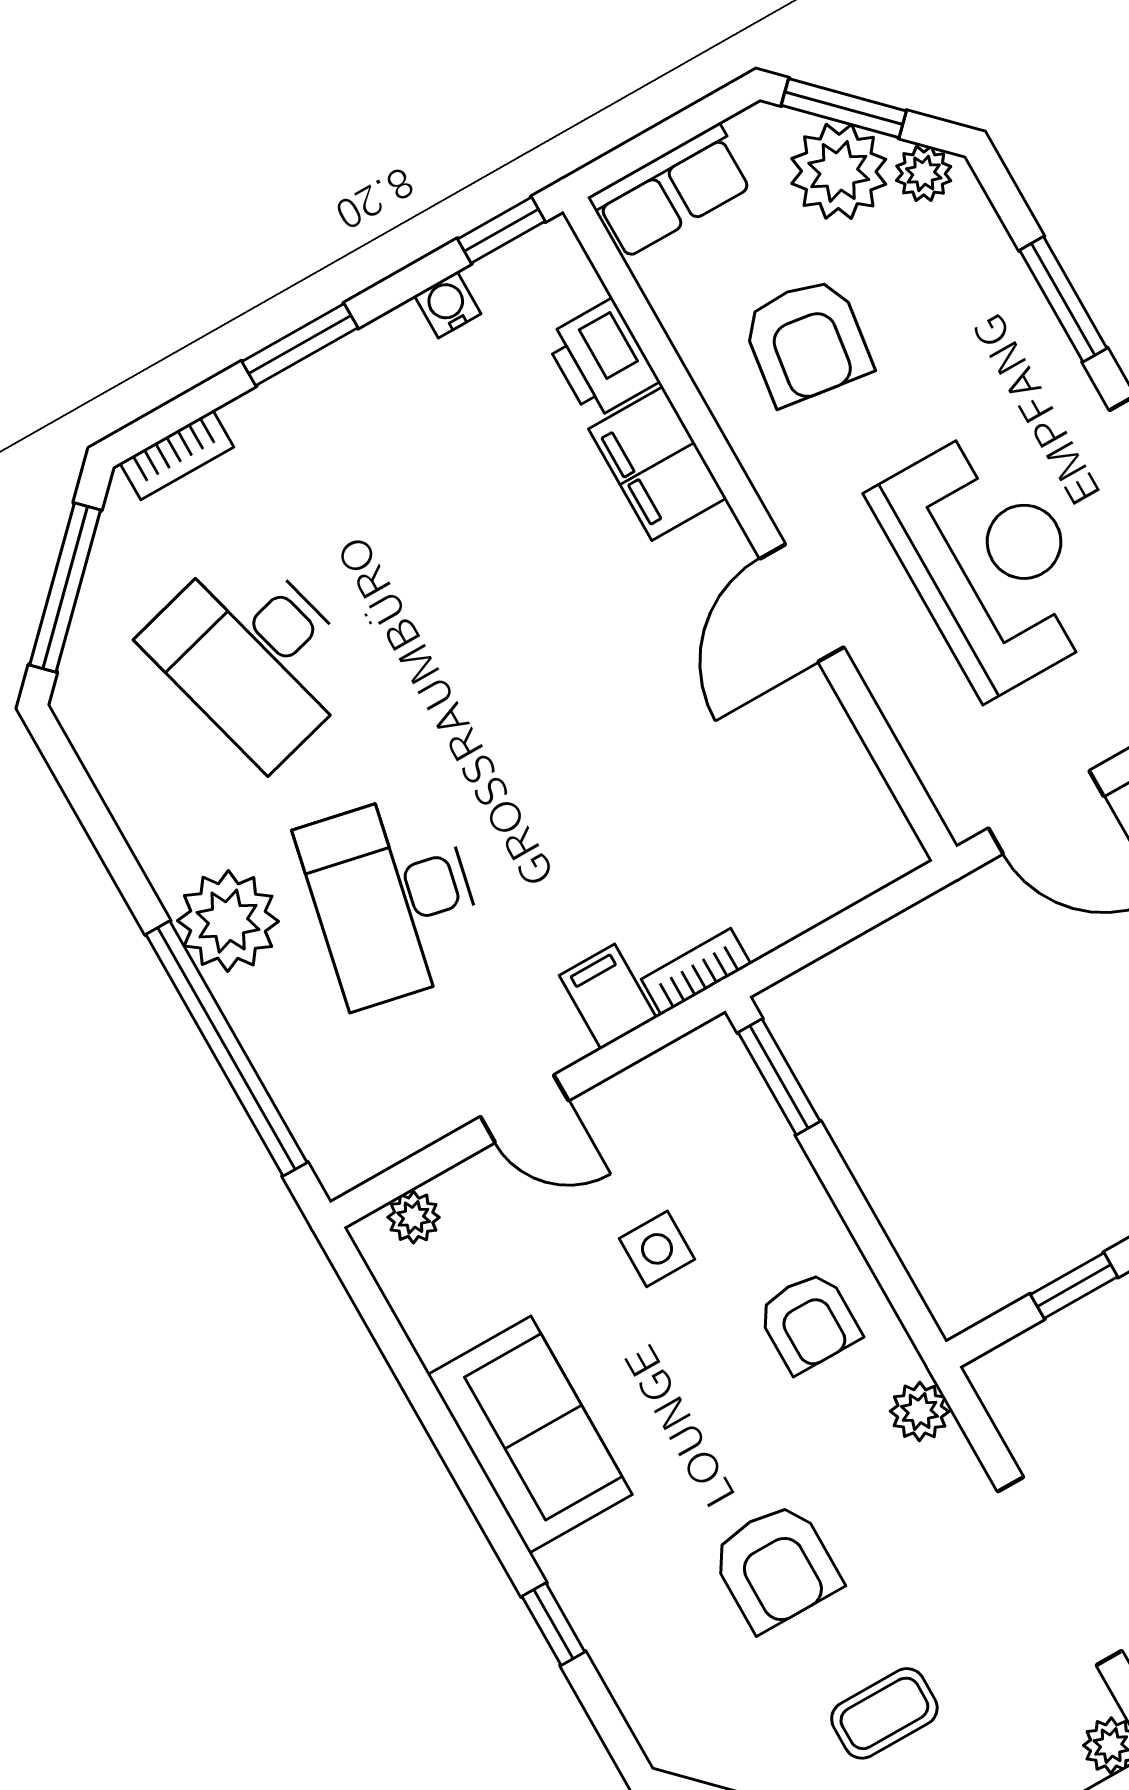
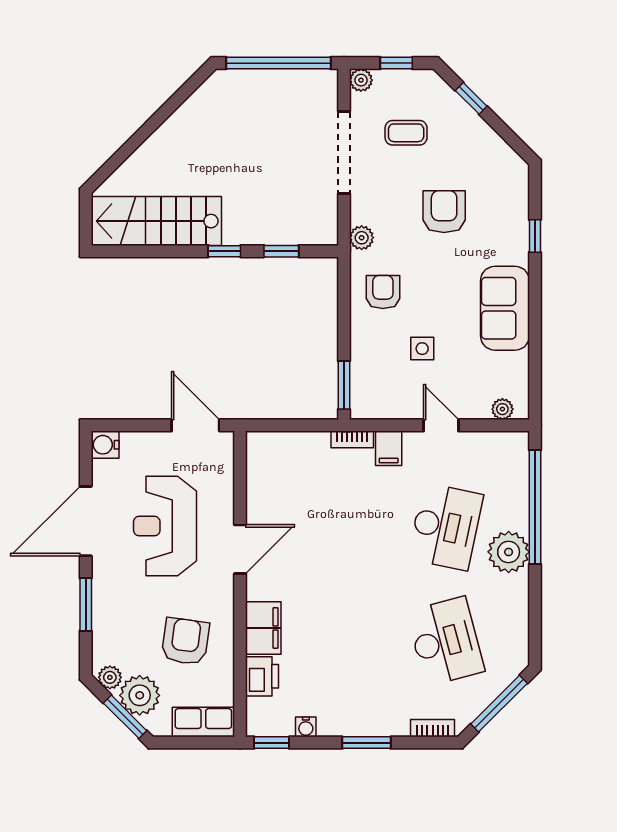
coffee table: (884, 1713) -> (406, 133), moved

